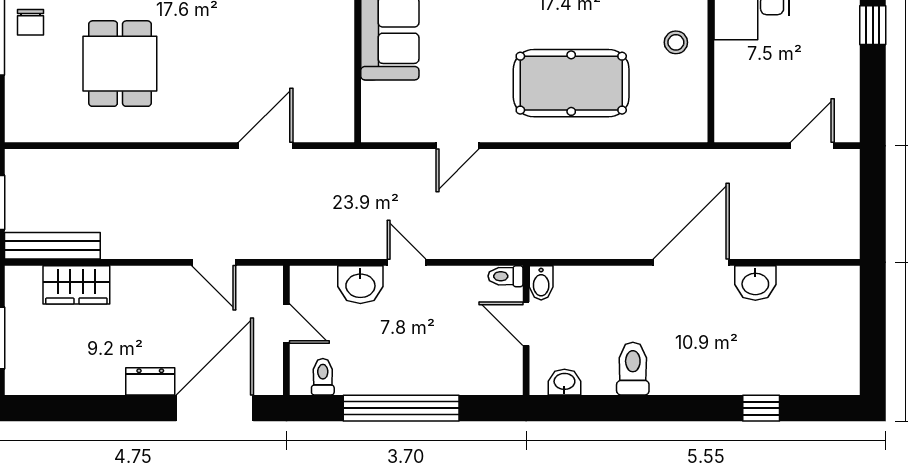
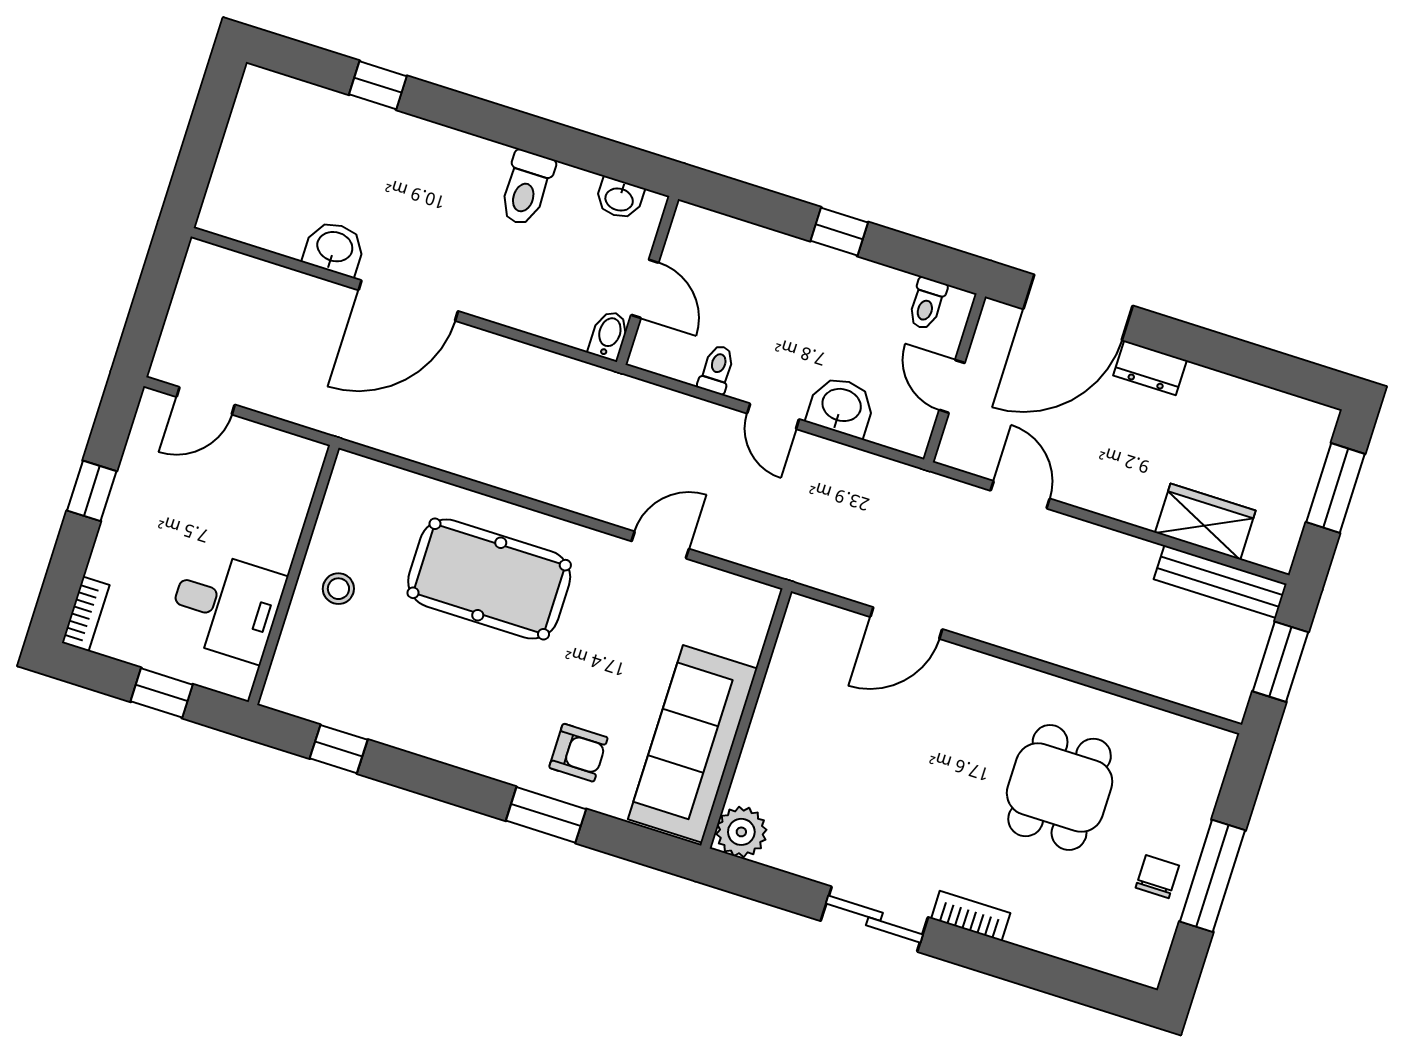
window: (873, 25) -> (92, 491), moved
toilet: (506, 276) -> (717, 369), moved, turned -90
window: (401, 408) -> (839, 232), width x0.32

